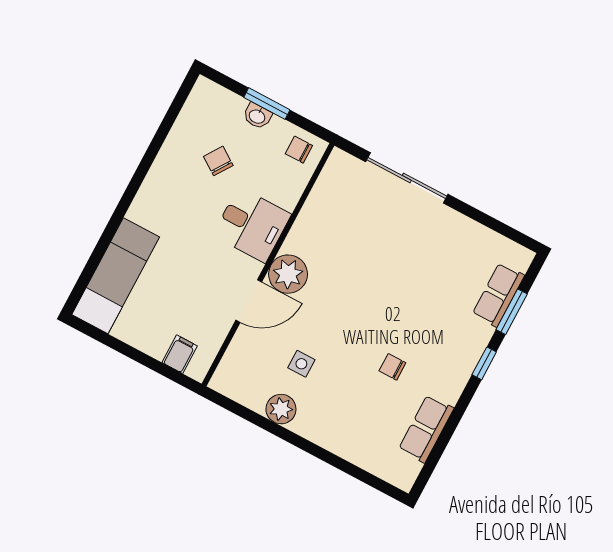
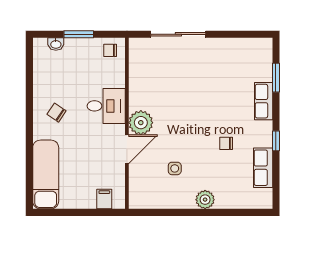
washbasin: (257, 116) -> (56, 44), moved
chair: (218, 161) -> (56, 113), moved
row of seats: (498, 295) -> (264, 101), moved
window: (484, 363) -> (276, 141), moved
plant: (281, 409) -> (205, 200), moved

